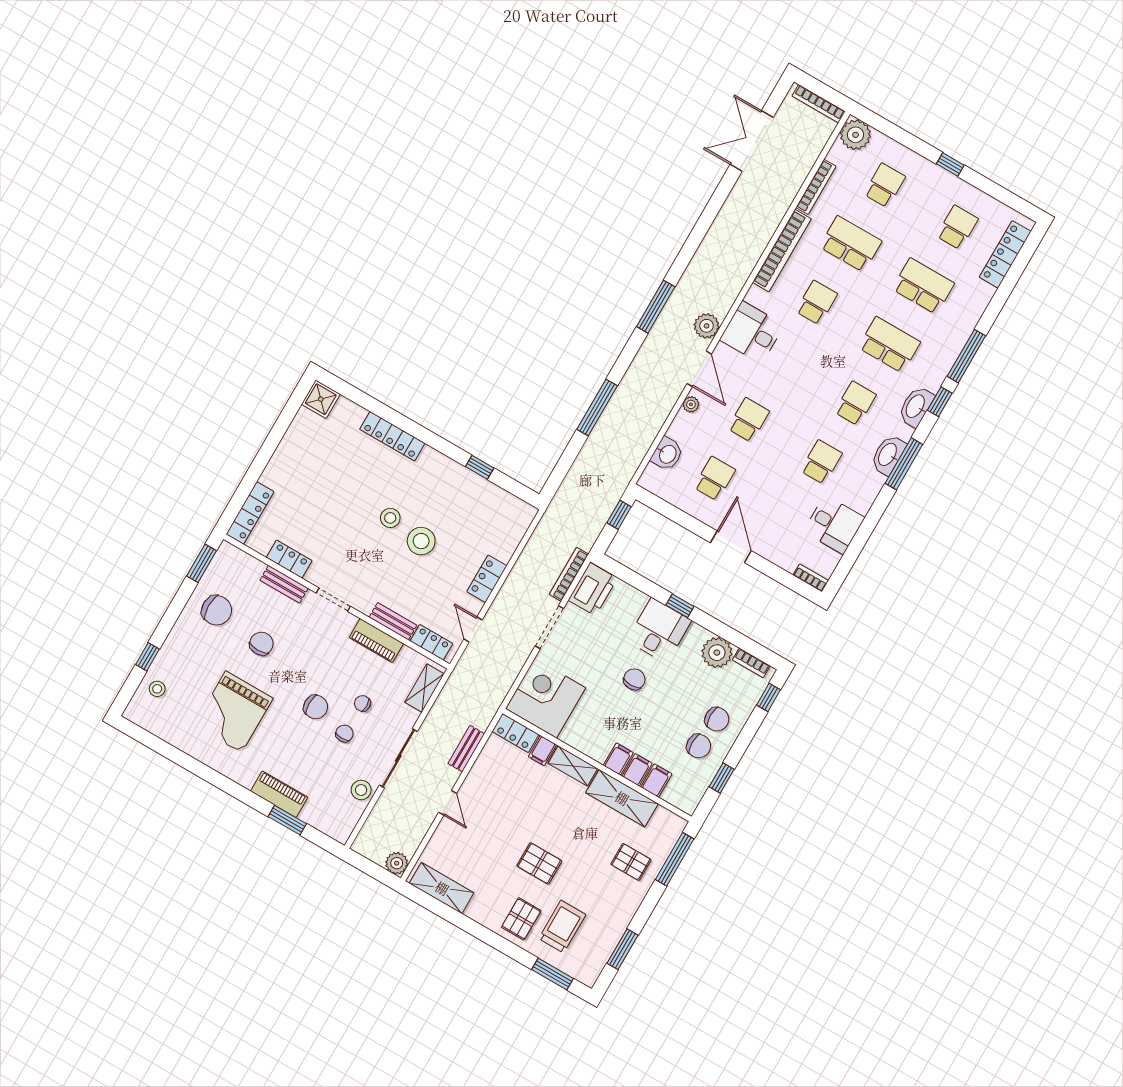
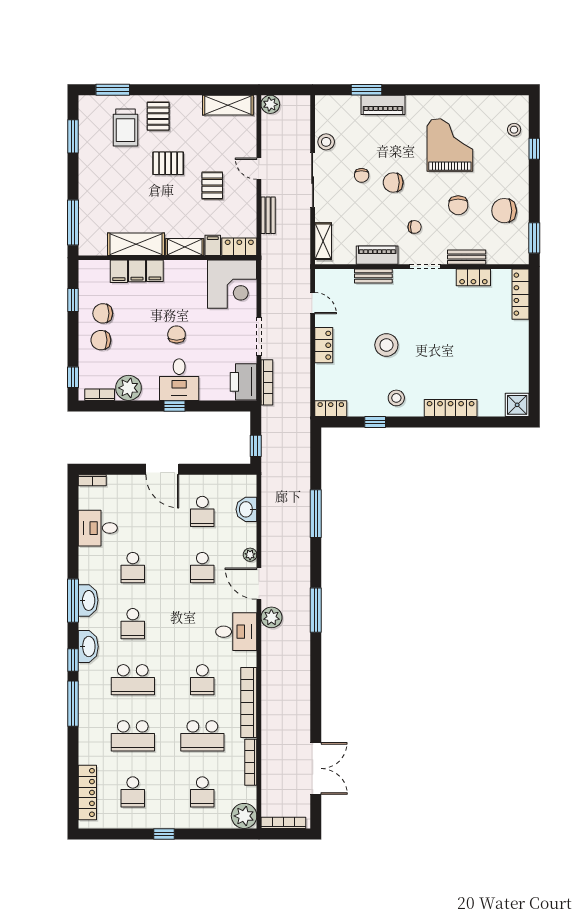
stool: (390, 518) -> (396, 398), moved
locker: (431, 642) -> (331, 409), moved, turned 180
chair: (634, 679) -> (177, 334), turned 180
chair: (362, 703) -> (415, 227), moved
pallet: (631, 862) -> (212, 186), moved, turned 90

